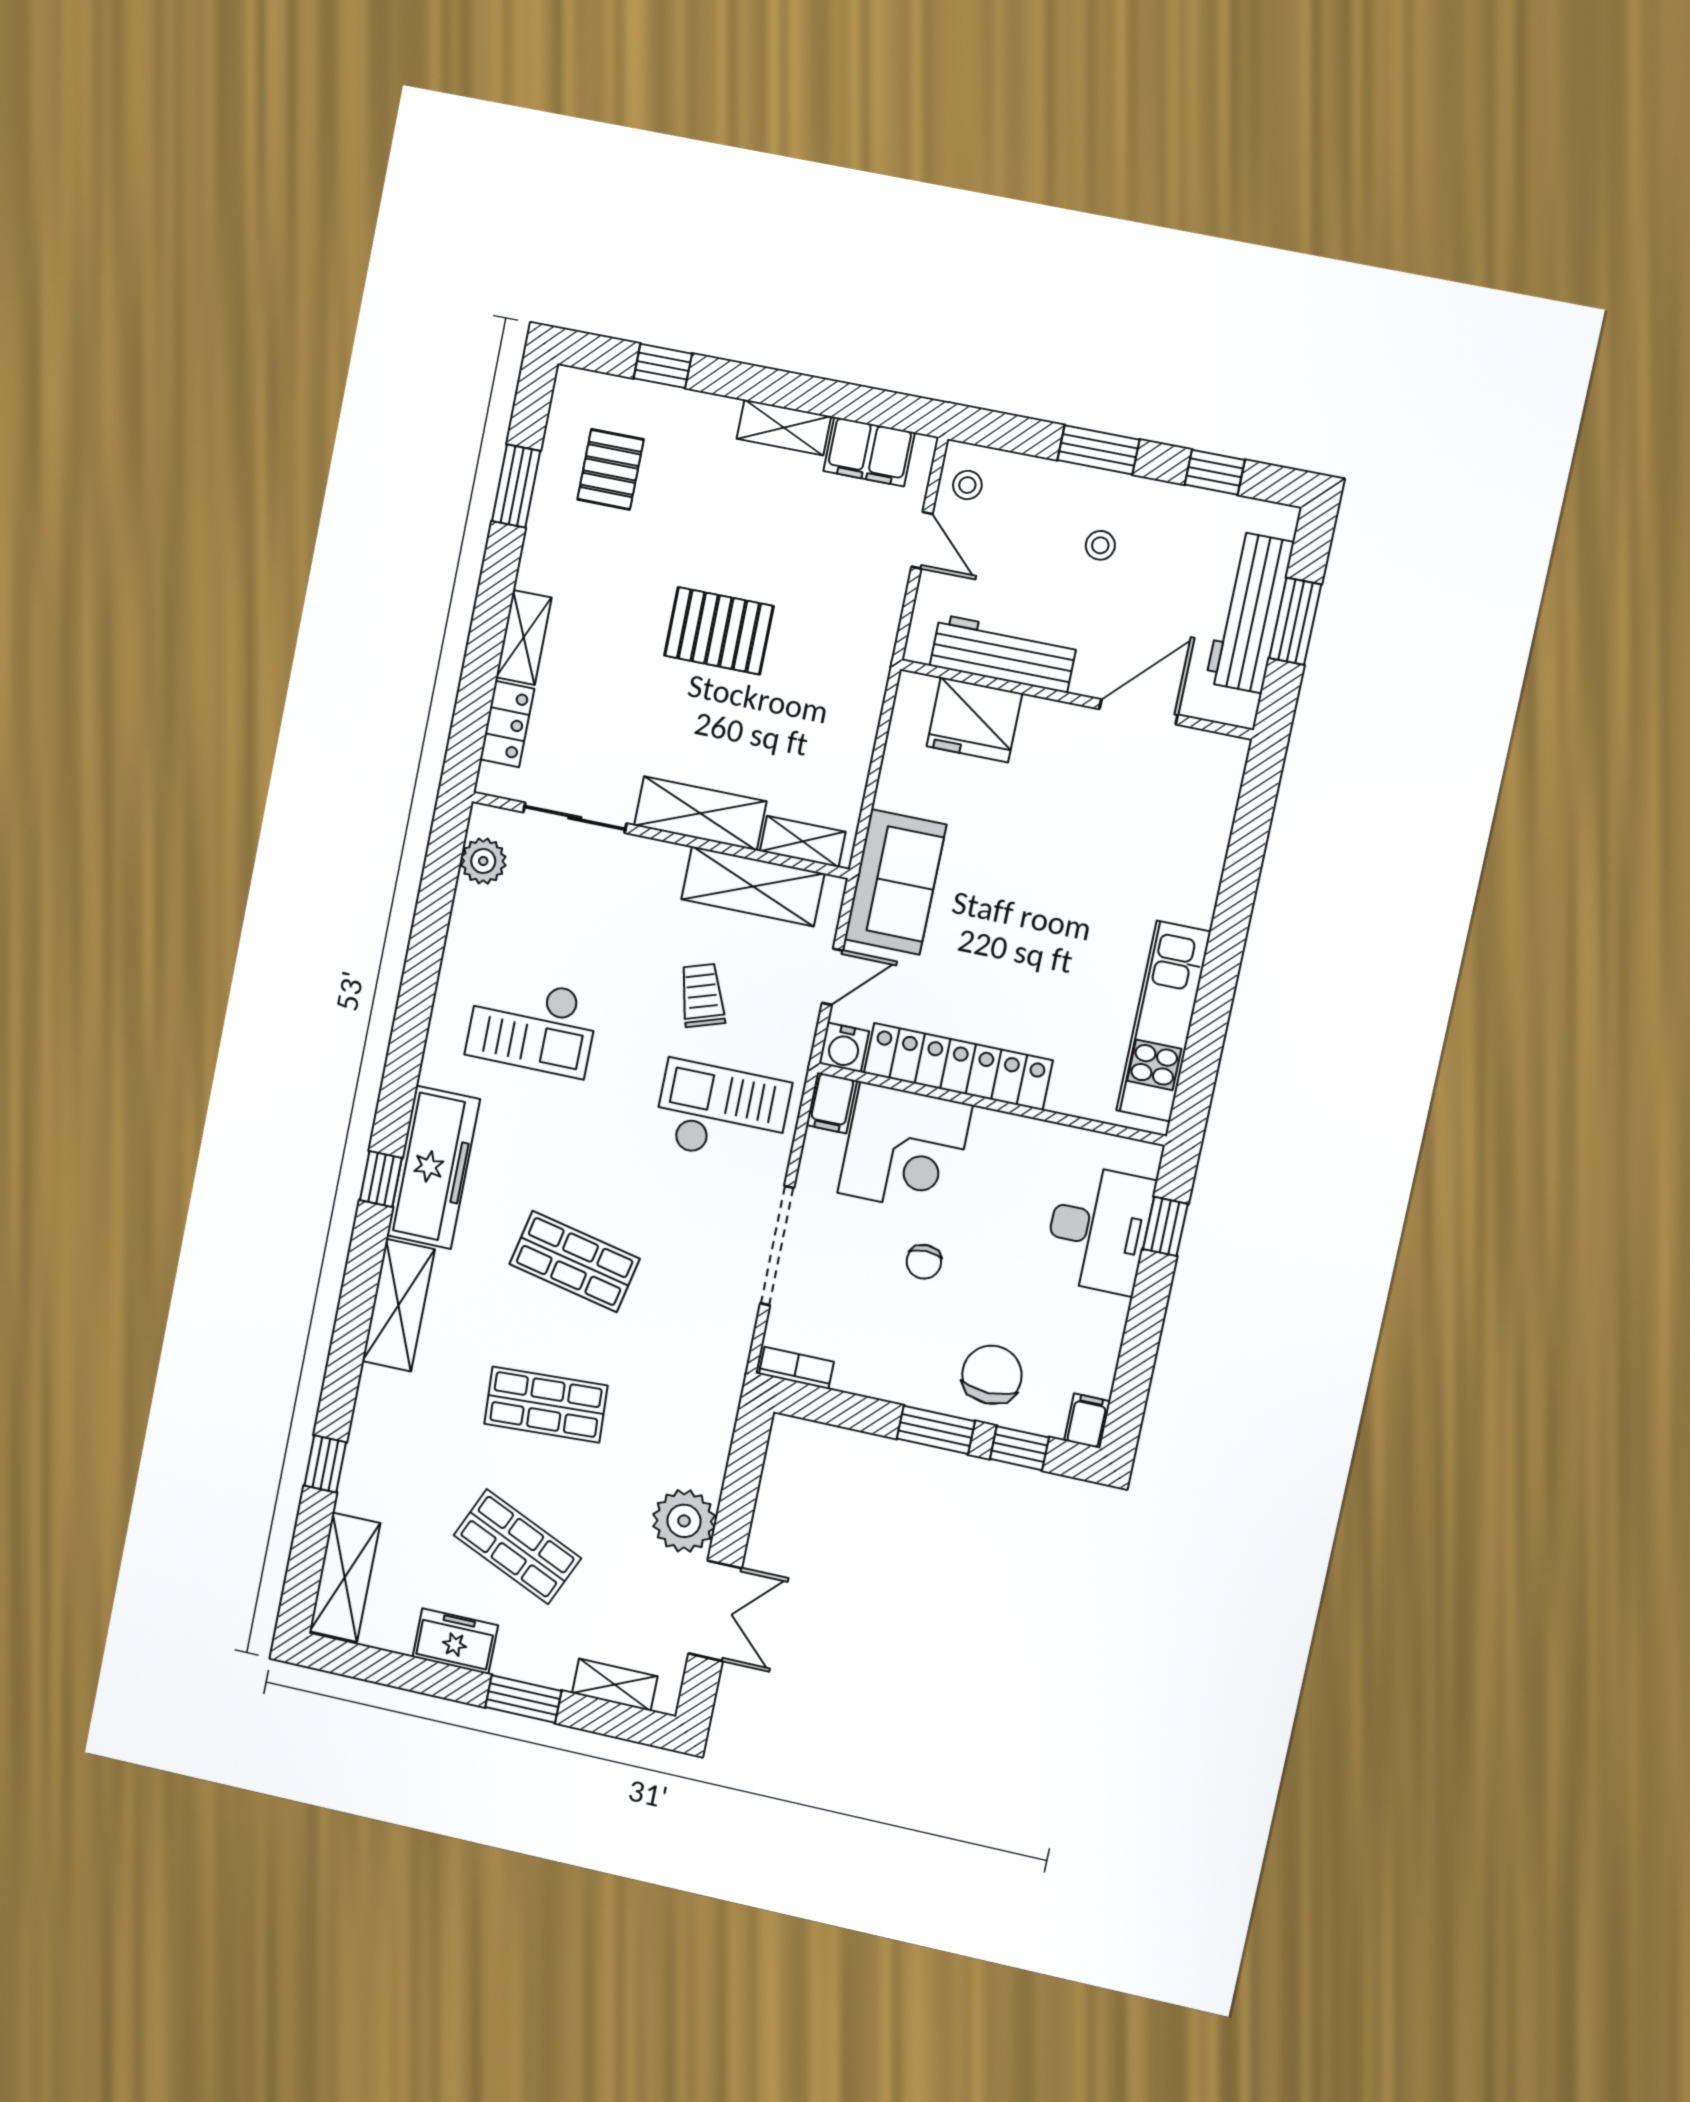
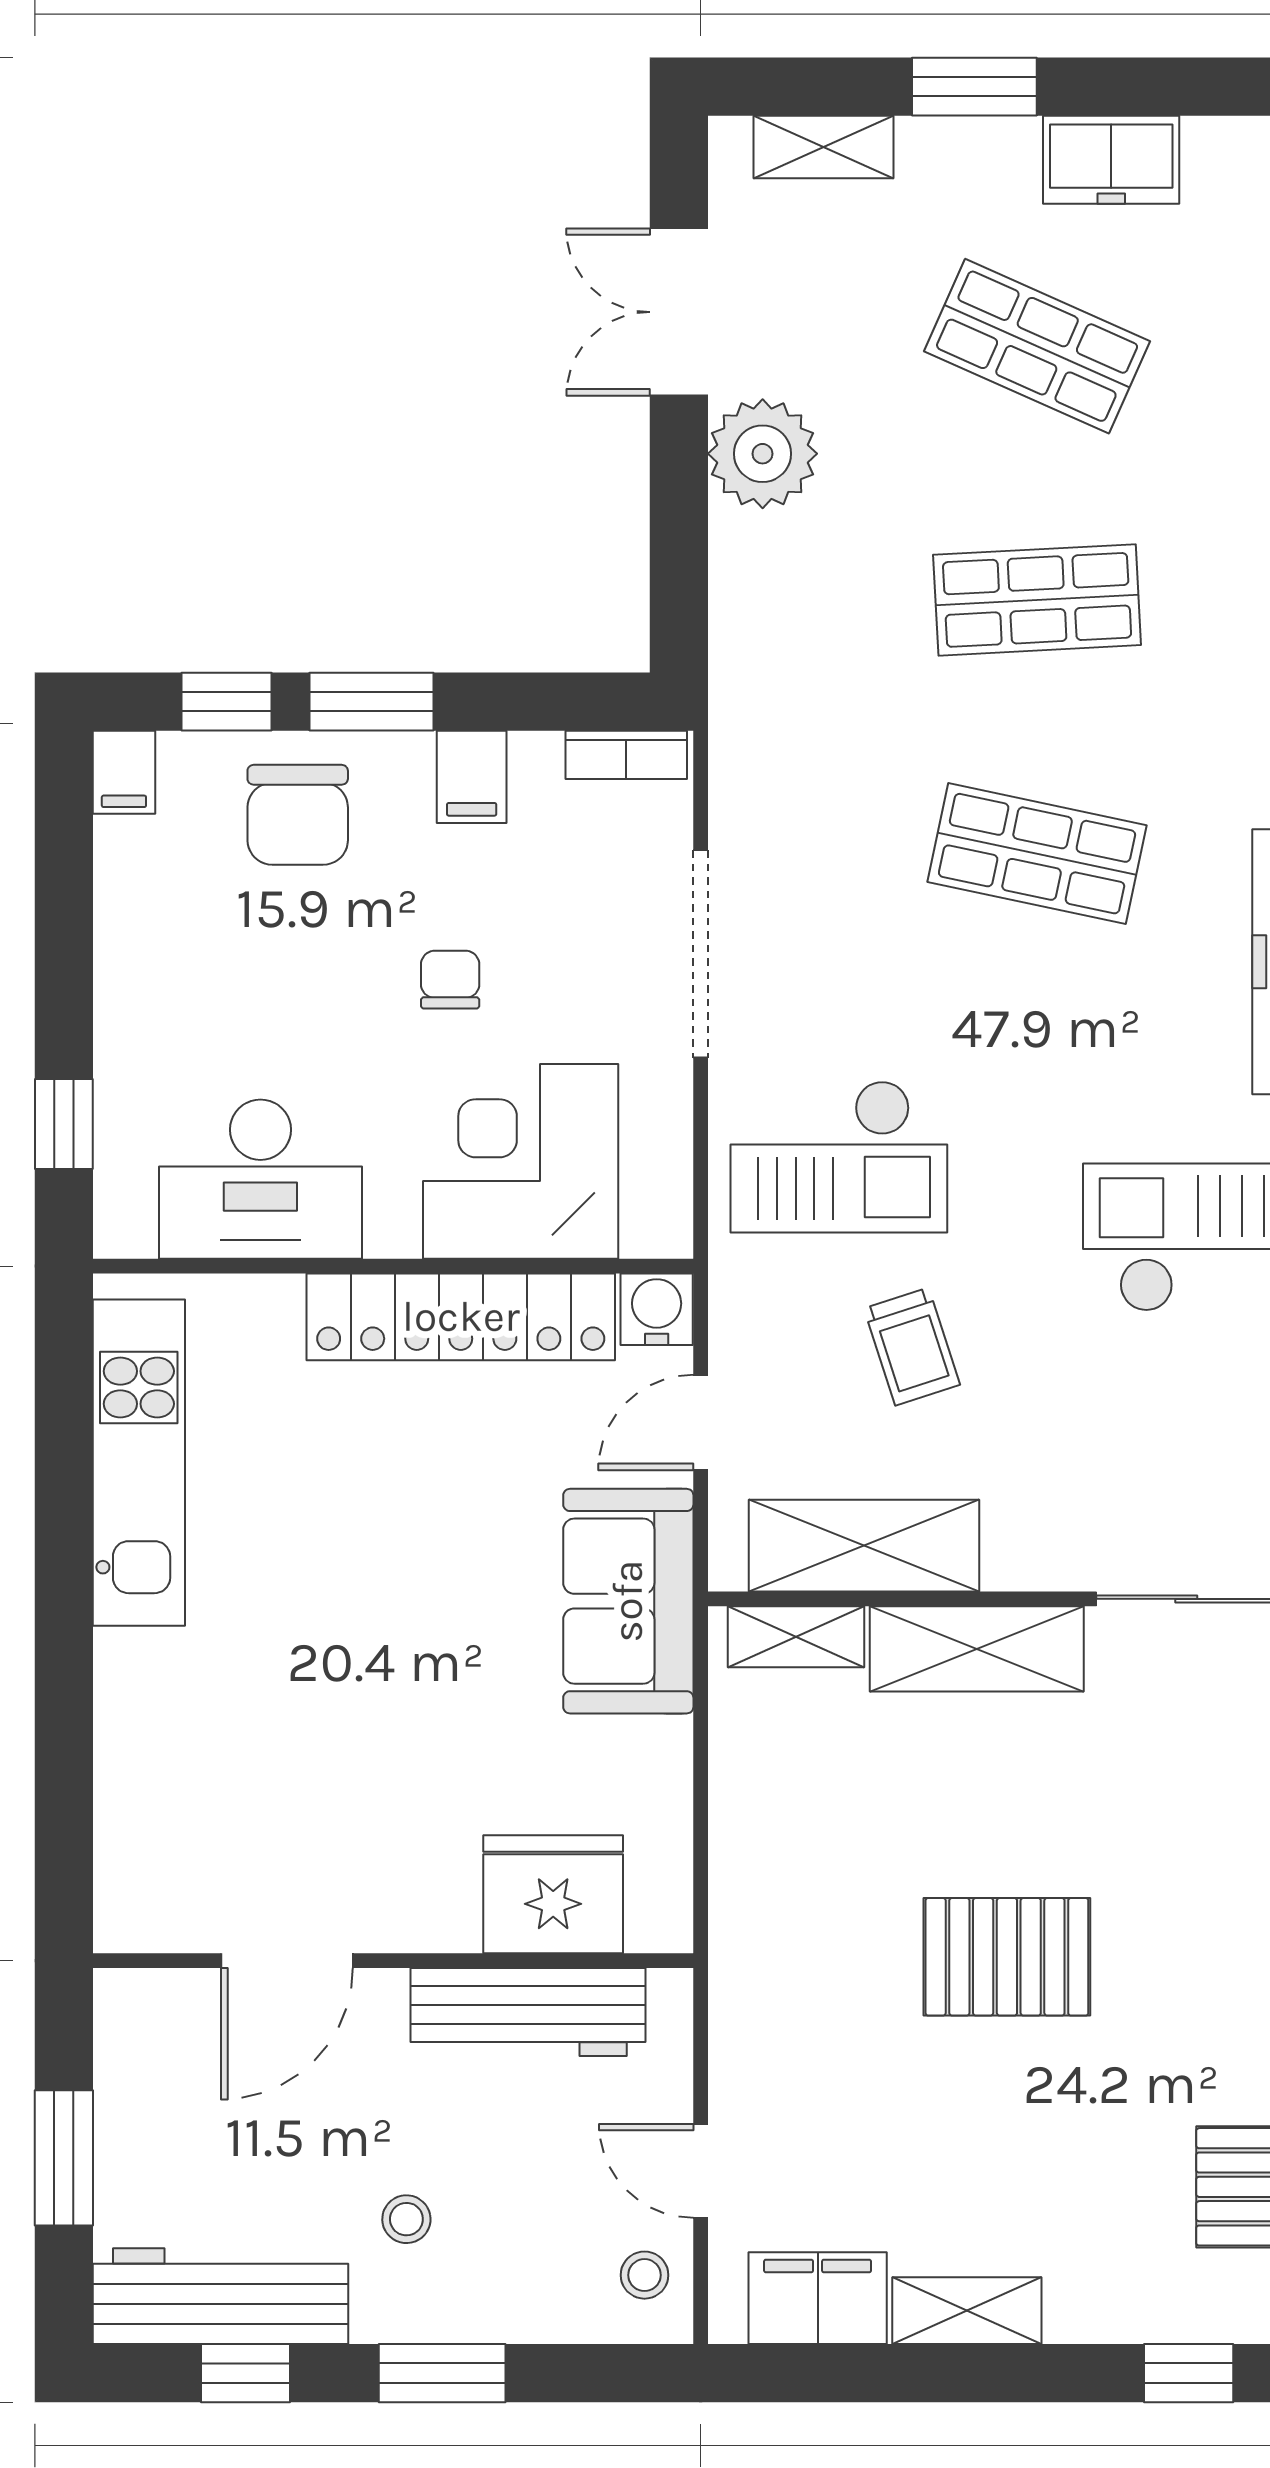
workbench: (1250, 612) -> (221, 2296), moved, turned -90
filing cabinet: (832, 1103) -> (472, 777), moved, turned 180
desk: (1099, 1229) -> (260, 1179), moved, turned -90

